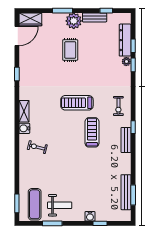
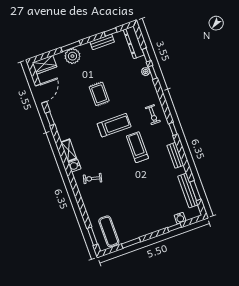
plant: (74, 21) -> (72, 56), moved
door: (17, 36) -> (41, 94), moved
dresser: (125, 40) -> (134, 42), moved
rug: (70, 50) -> (99, 94), moved
treadmill: (77, 103) -> (114, 125), turned 180
bench: (126, 140) -> (175, 155), moved
weight bench: (60, 205) -> (132, 224), removed
water cooler: (90, 216) -> (180, 218), moved

